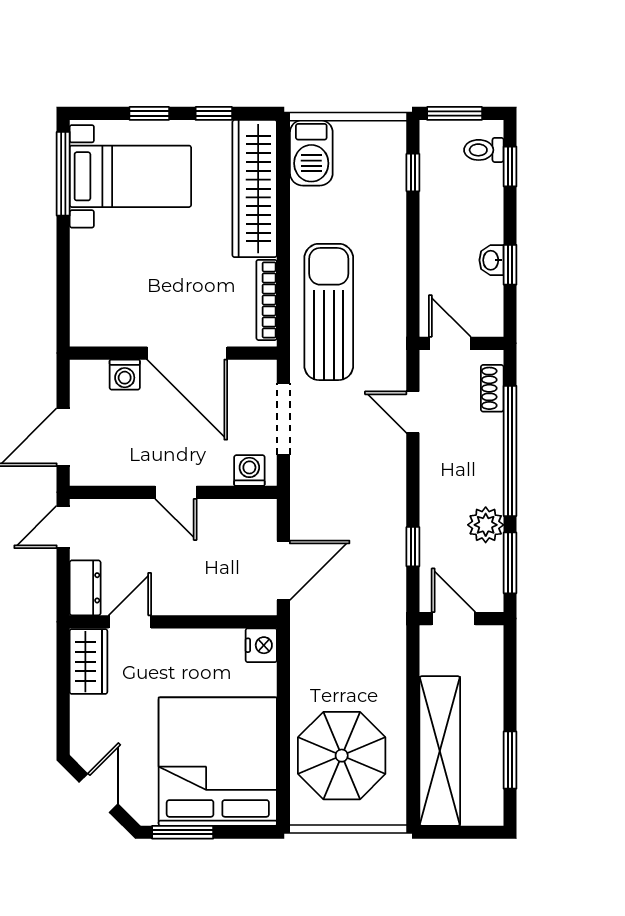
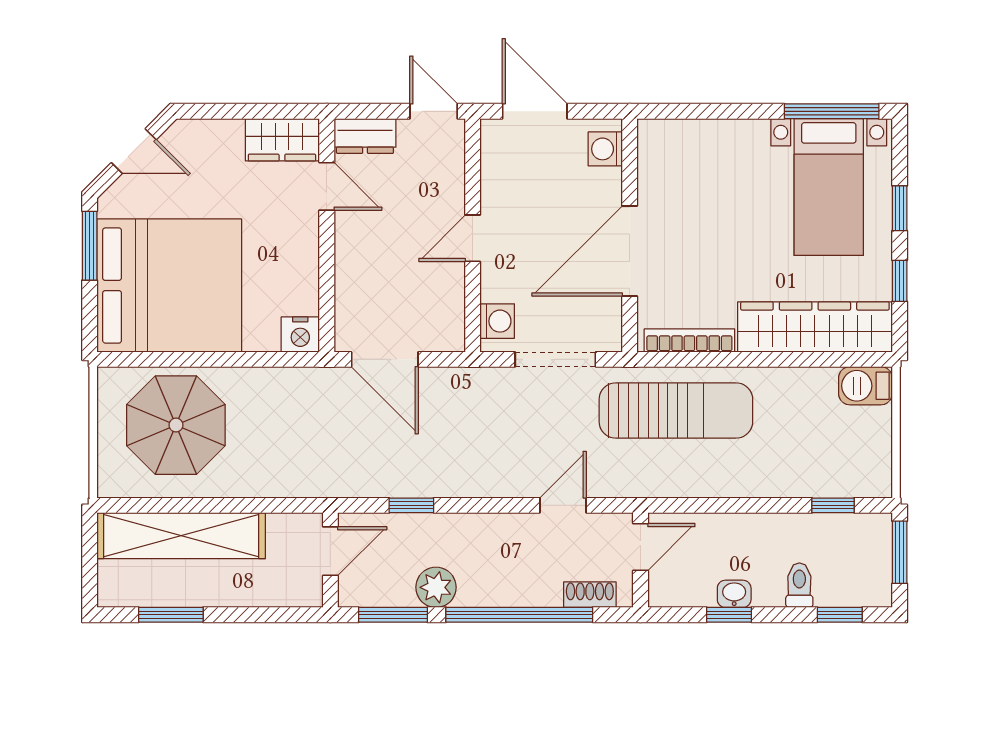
toilet: (484, 150) -> (799, 585), moved
barbecue: (311, 153) -> (865, 386), width x0.73, depth x0.79
washing machine: (125, 375) -> (605, 149), moved

